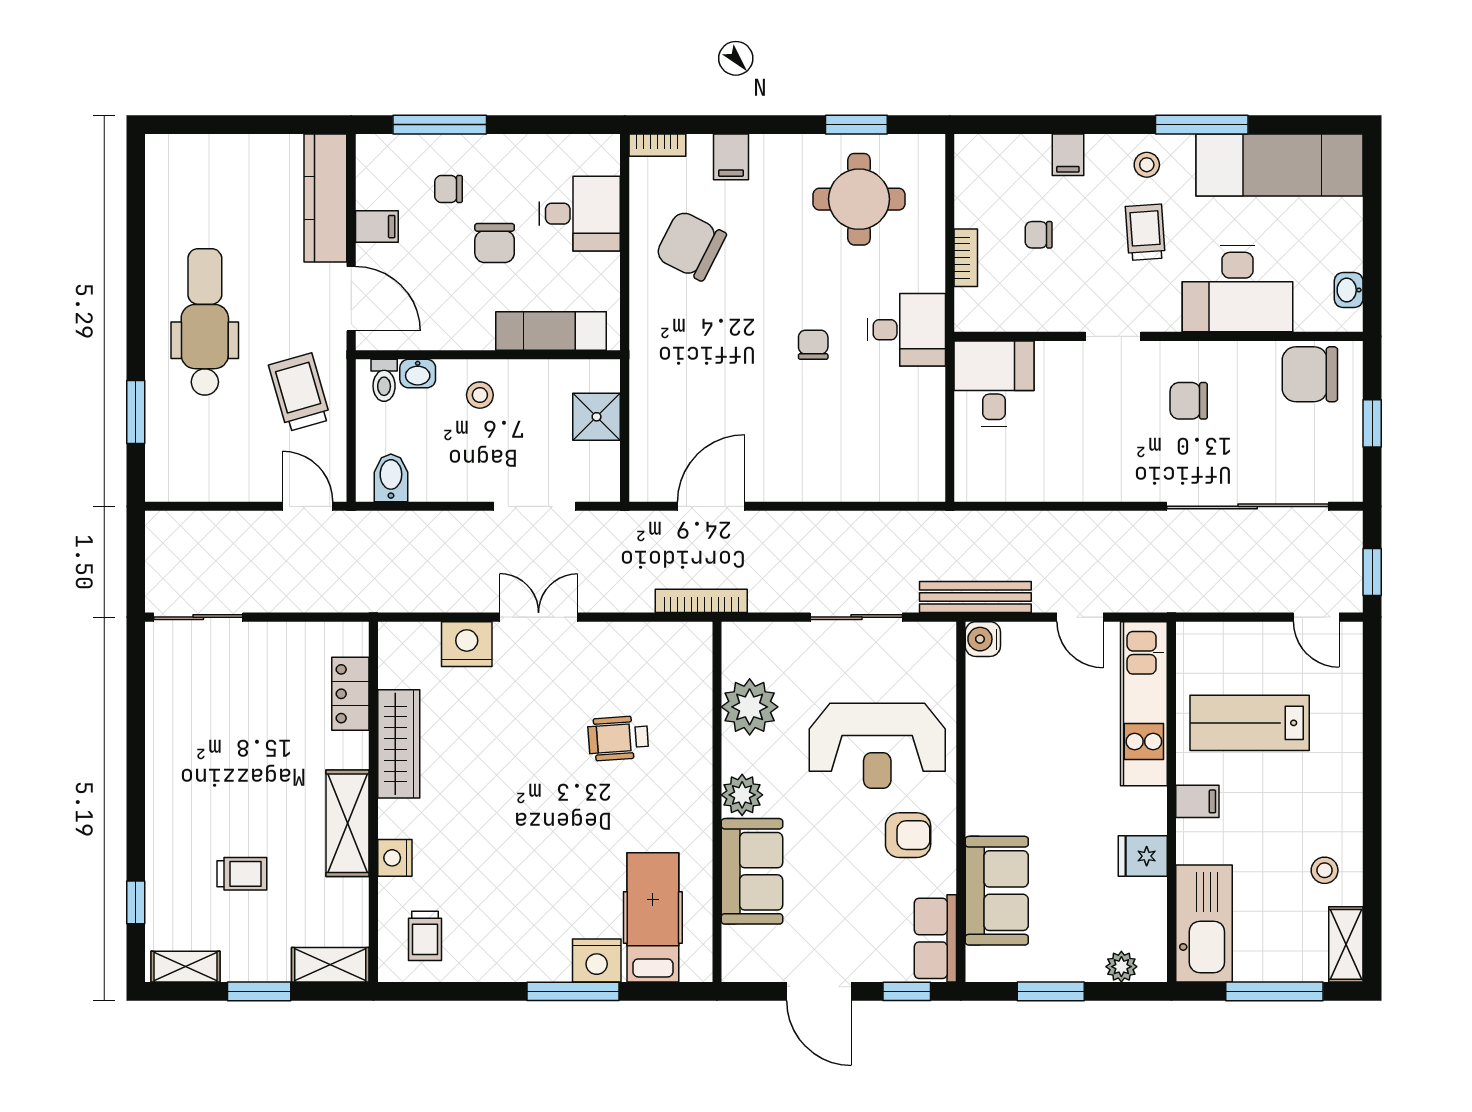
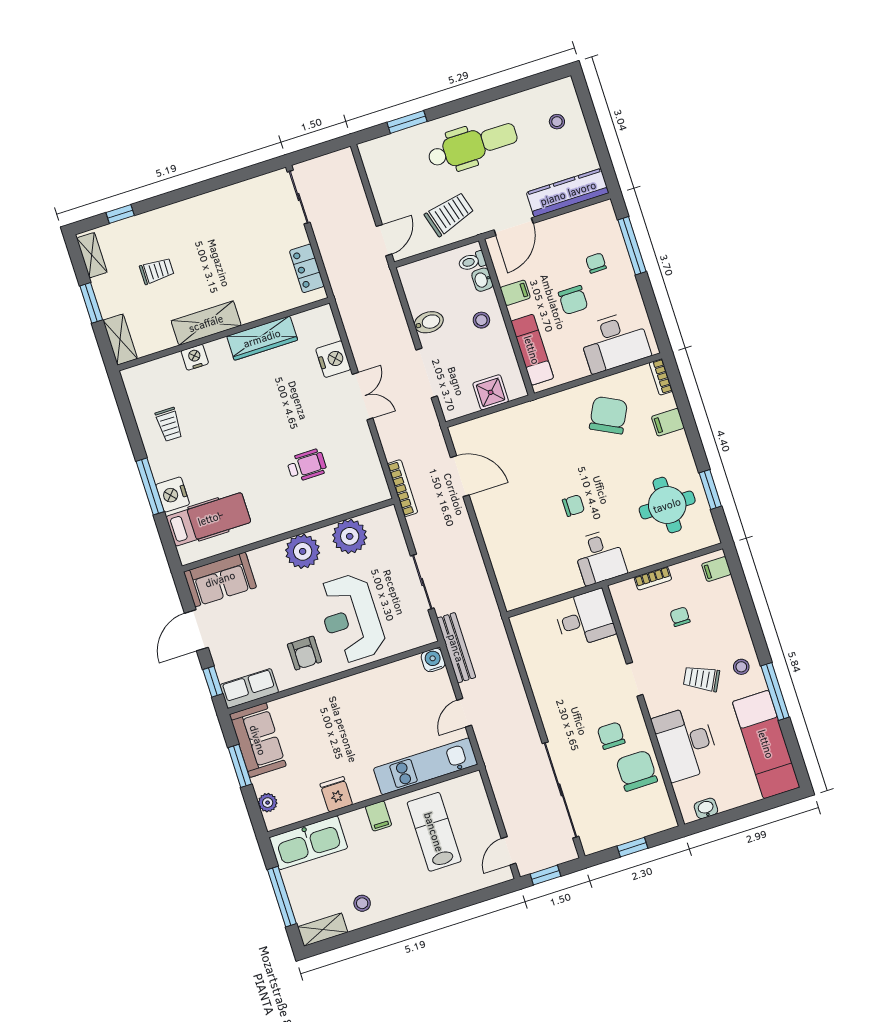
filing cabinet: (1068, 155) -> (716, 569), moved
stool: (210, 179) -> (557, 122), added
desk: (580, 214) -> (614, 342), width x1.37
filing cabinet: (377, 227) -> (515, 293), moved, turned -90
trolley: (1145, 232) -> (702, 679), turned -149
chair: (495, 243) -> (573, 300), turned -90
chair: (1310, 374) -> (637, 771), moved
bidet: (391, 478) -> (429, 322), moved
locker: (350, 694) -> (307, 268), moved, turned -90
wheelchair: (618, 738) -> (307, 465), turned 94
plant: (742, 795) -> (303, 551), width x1.36, depth x1.36
sofa: (752, 871) -> (220, 579), moved
trolley: (242, 874) -> (157, 271), turned -90
sofa: (997, 891) -> (258, 740), moved, turned -90
trolley: (425, 936) -> (169, 424), moved, turned -90

